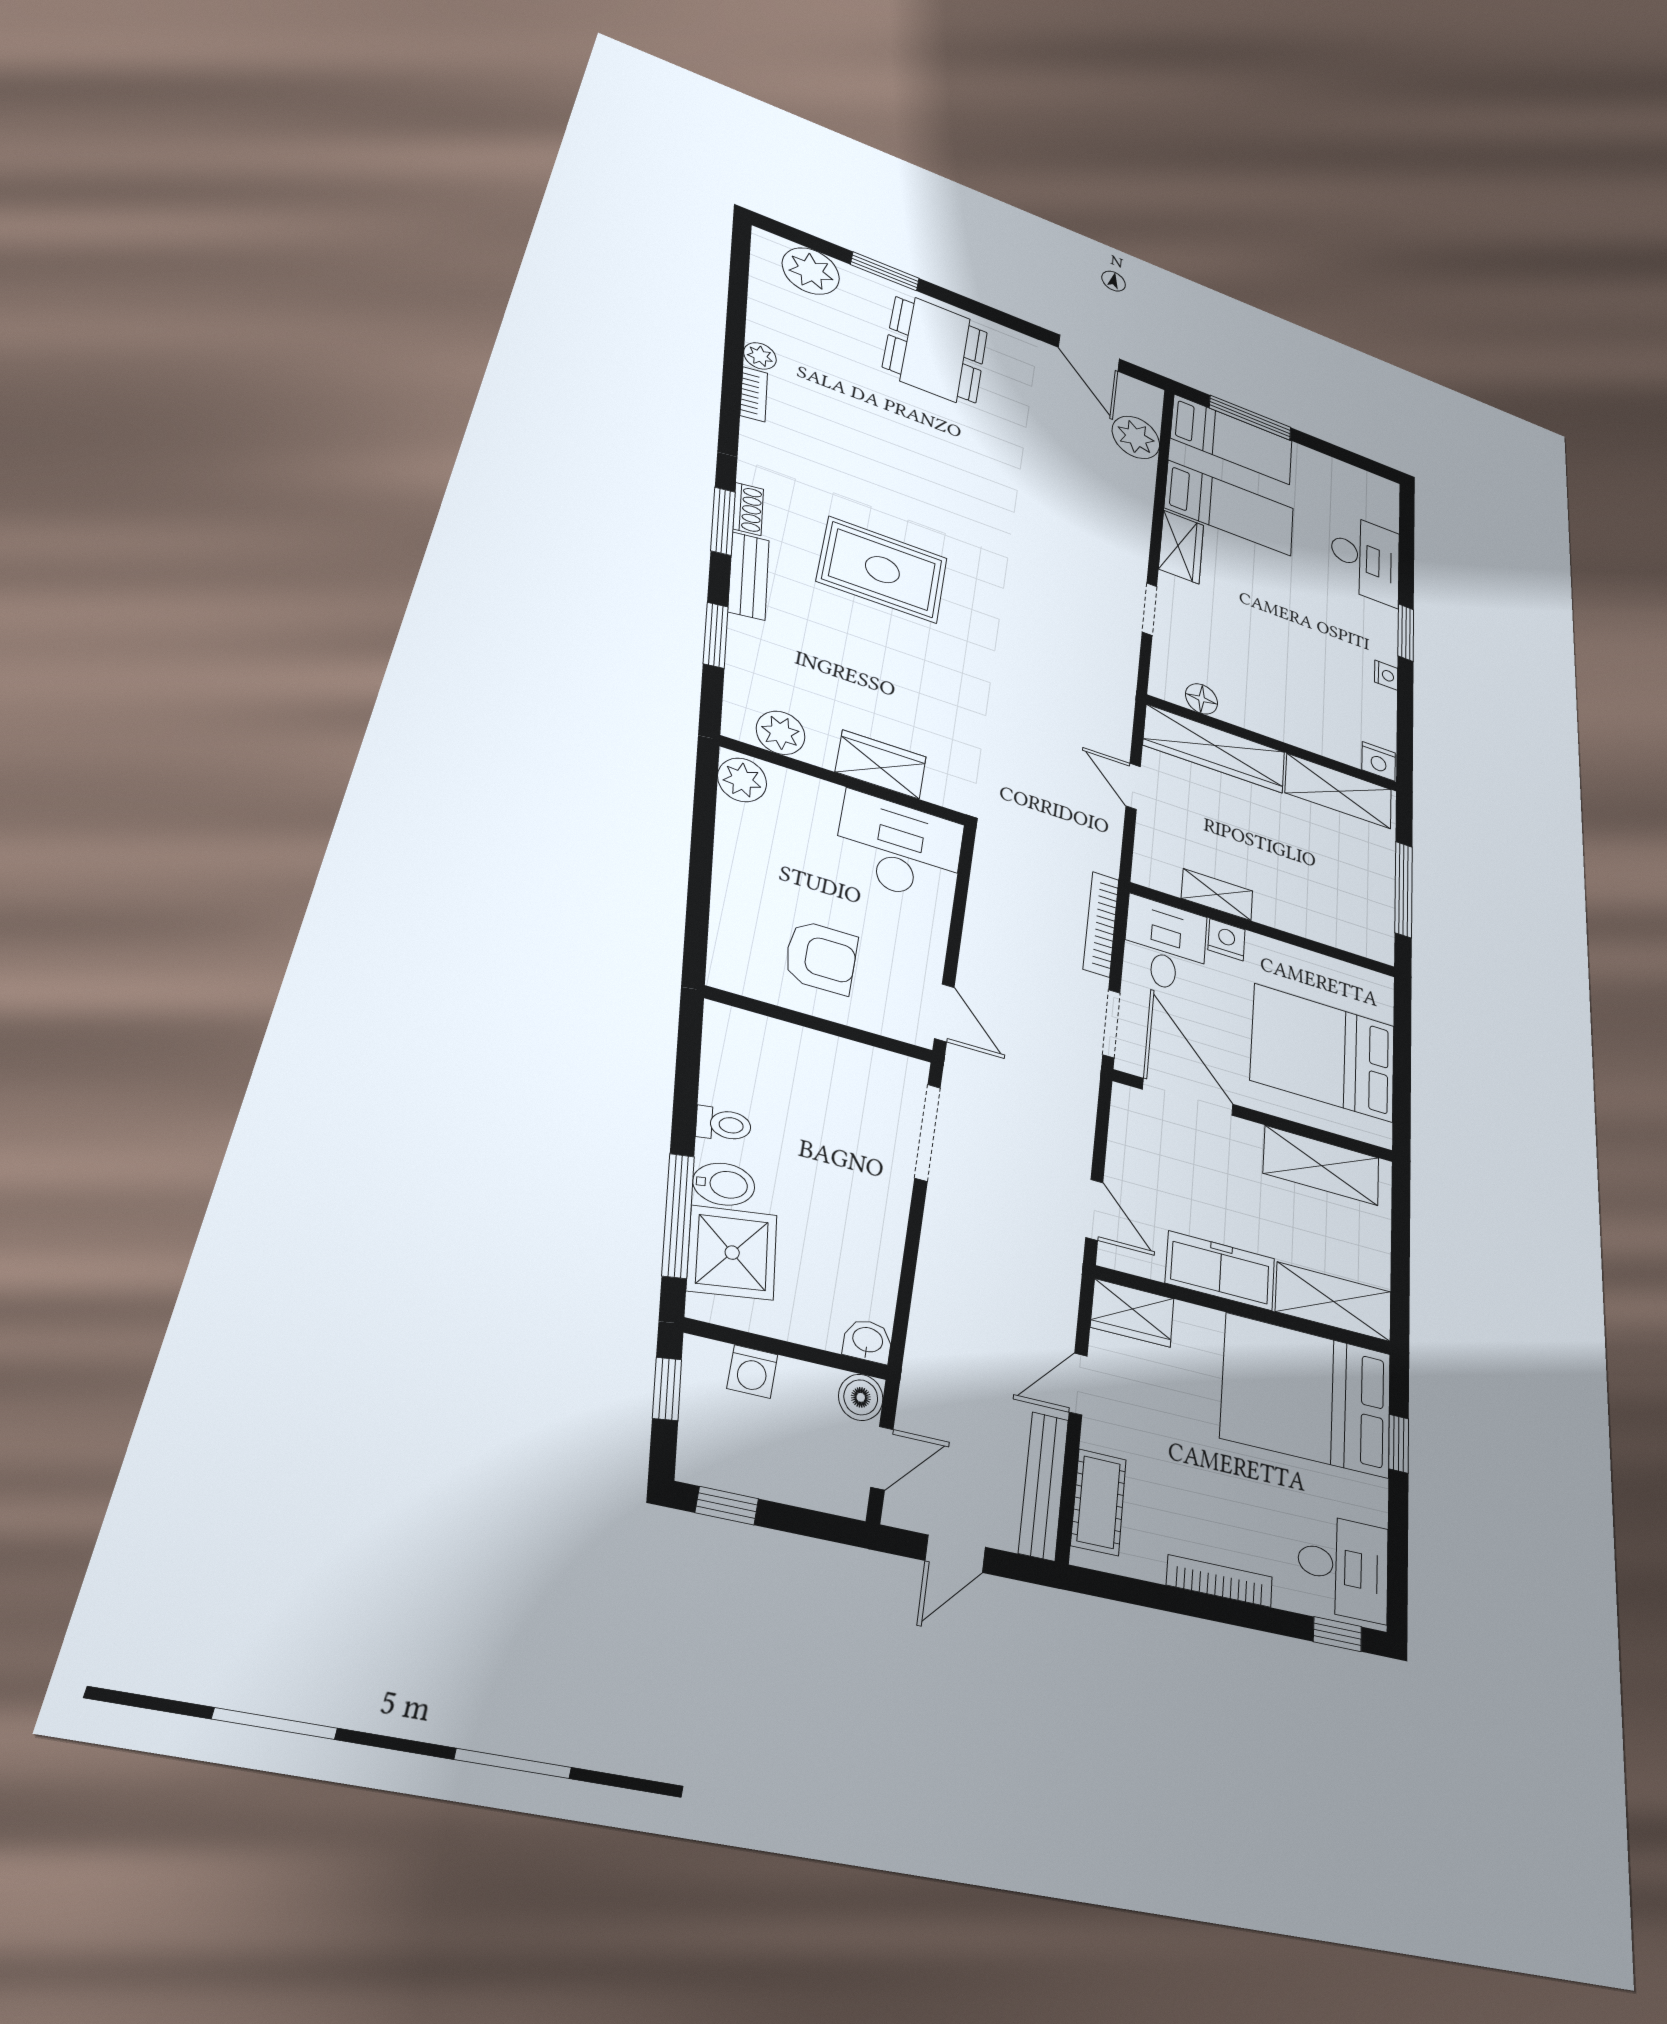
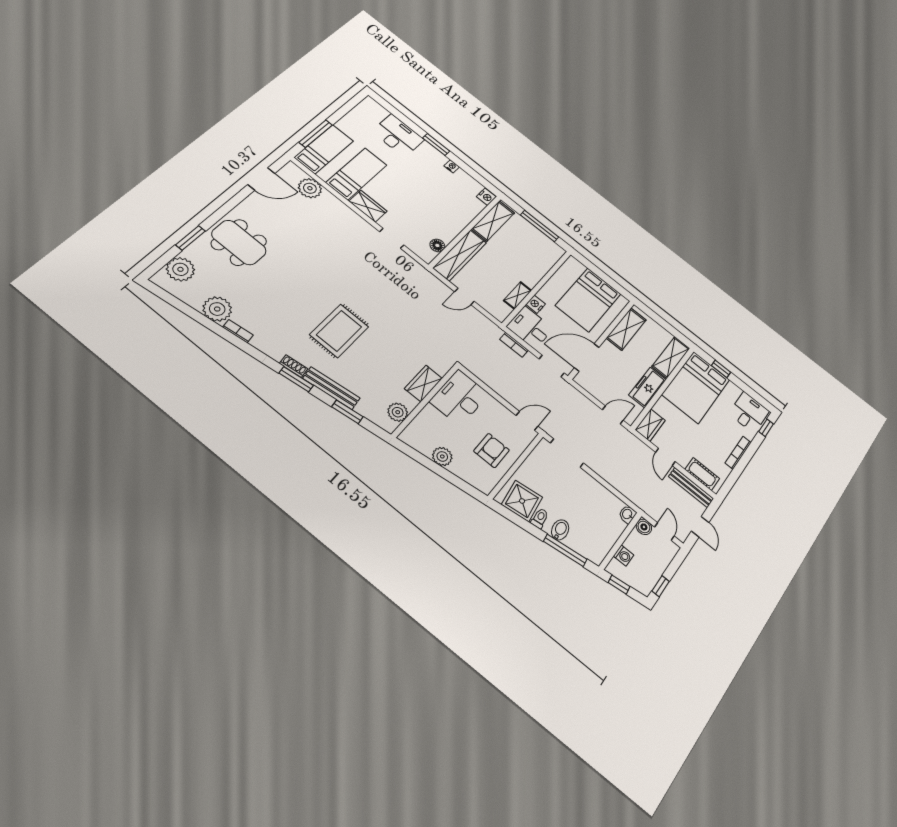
plant: (760, 356) -> (217, 309), width x1.87, depth x1.87
bench: (749, 576) -> (331, 388), width x1.36
plant: (742, 780) -> (442, 456), moved
bookcase: (1101, 924) -> (514, 345), width x0.64
shower: (732, 1253) -> (522, 501), moved

